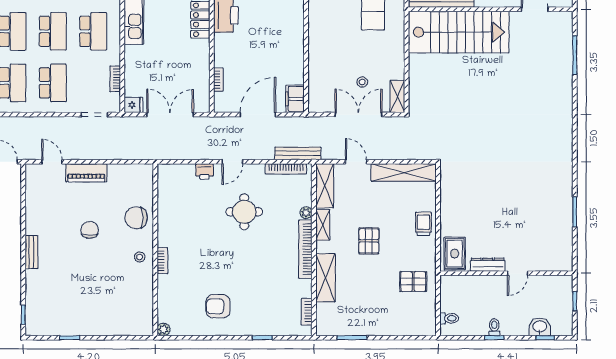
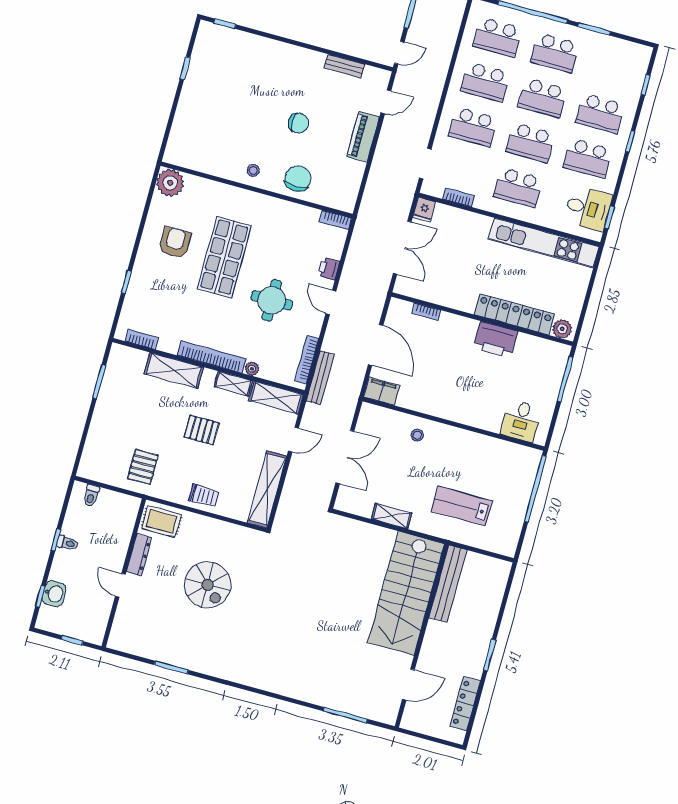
stool: (362, 82) -> (417, 435), moved
shelving: (397, 96) -> (392, 516), moved
spiral stairs: (497, 200) -> (208, 585), added
bench: (31, 252) -> (344, 66), moved
bookcase: (162, 261) -> (336, 220), moved
shop shelf: (219, 261) -> (224, 257), added
plant: (163, 329) -> (170, 183), width x1.87, depth x1.87

